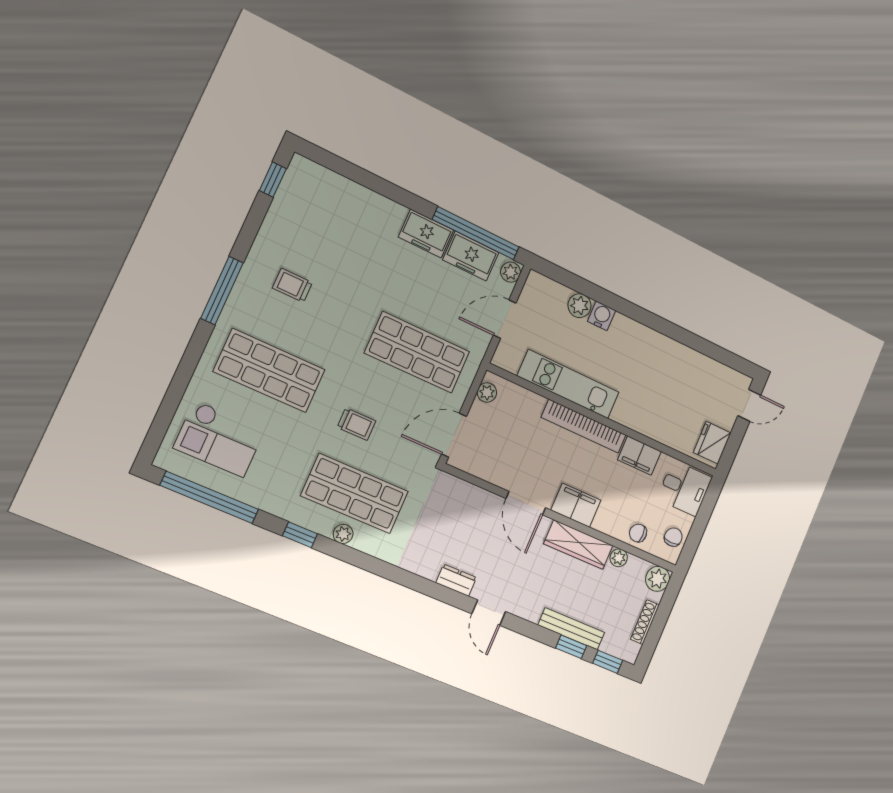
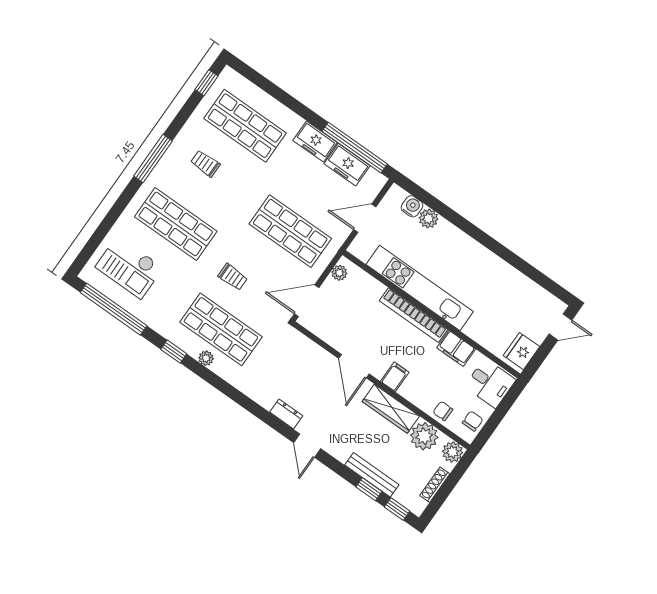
shop shelf: (334, 228) -> (245, 126), added
plant: (511, 272) -> (377, 182), removed
water cooler: (602, 316) -> (412, 206), moved
kitchen unit: (568, 384) -> (420, 288), width x1.36
filing cabinet: (576, 505) -> (395, 377), width x0.50
plant: (619, 558) -> (424, 436), width x1.88, depth x1.88

